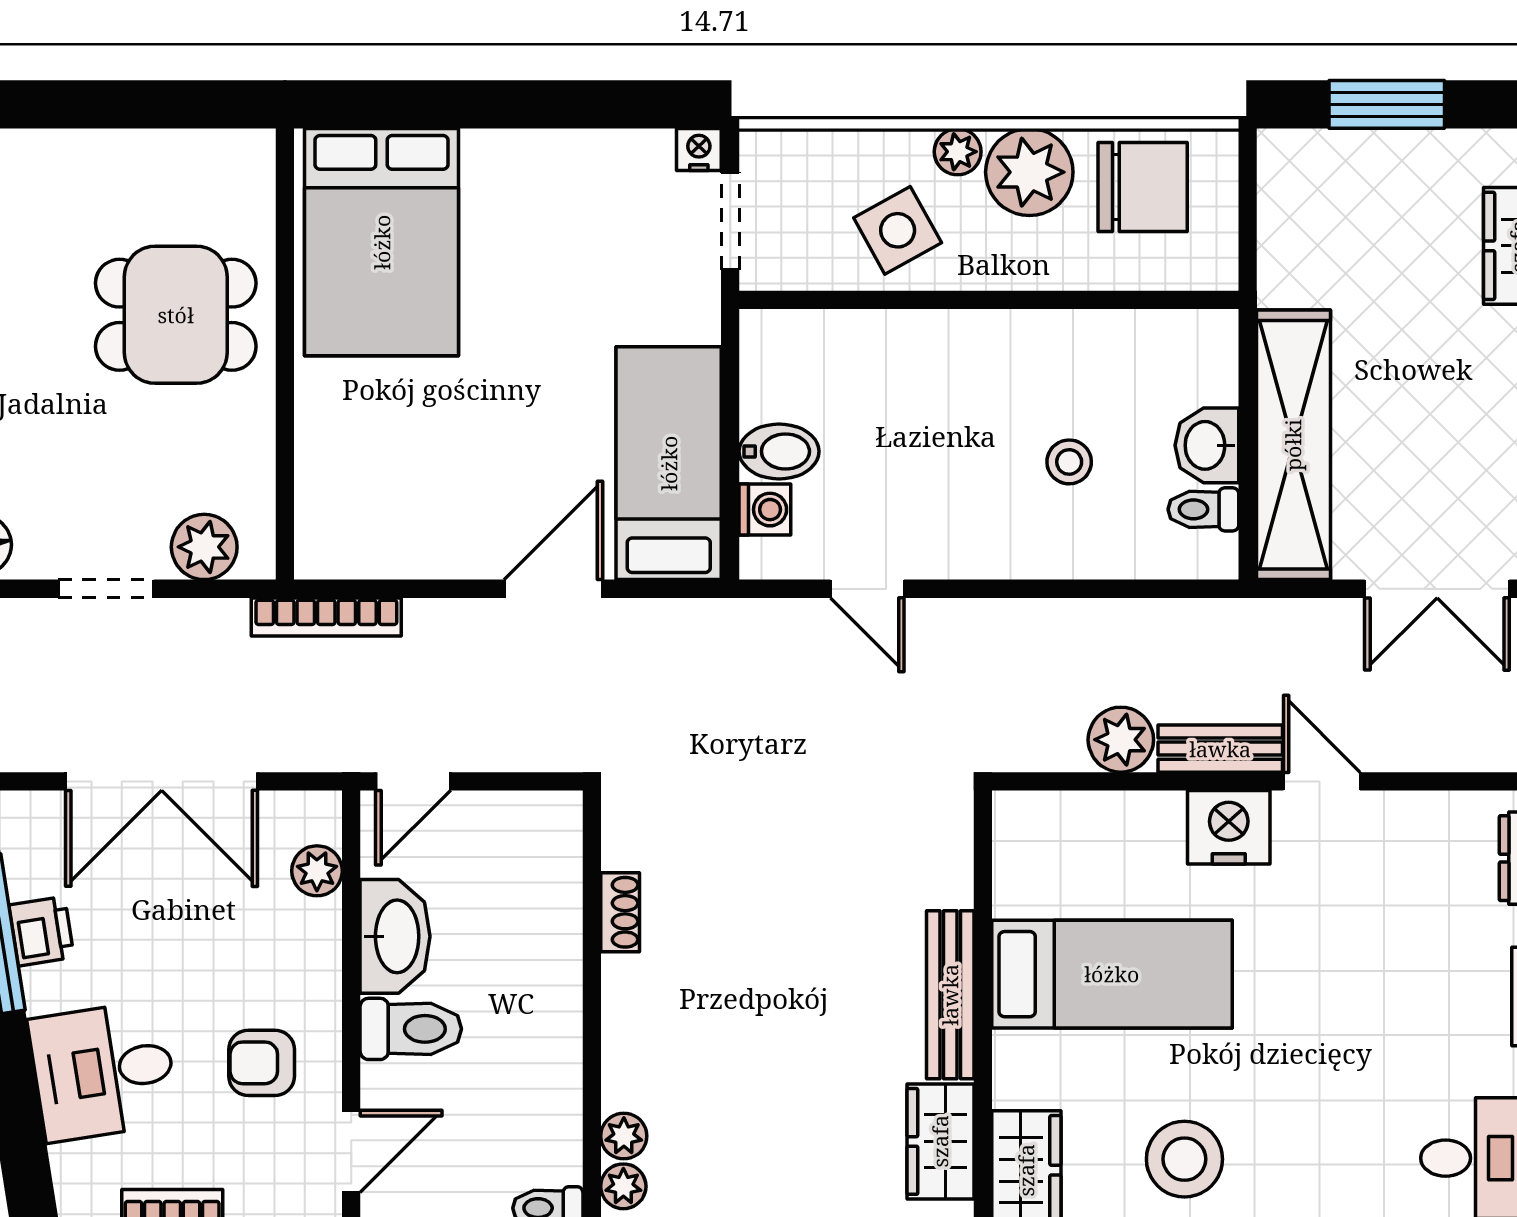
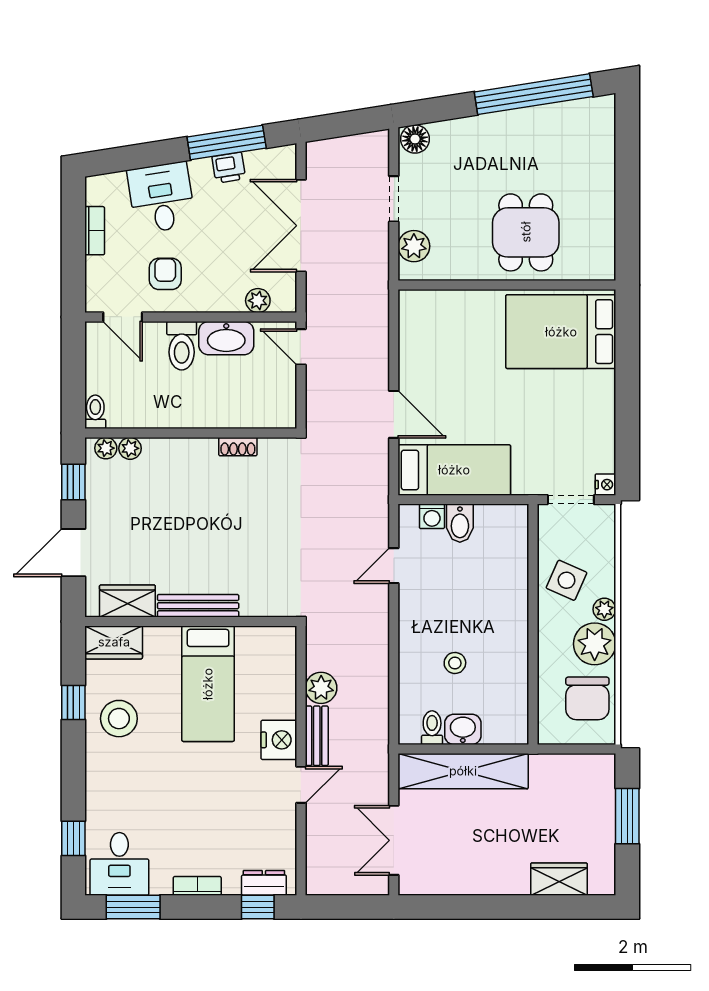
side table: (898, 230) -> (567, 580), turned -37
bookcase: (326, 617) -> (380, 305), removed

